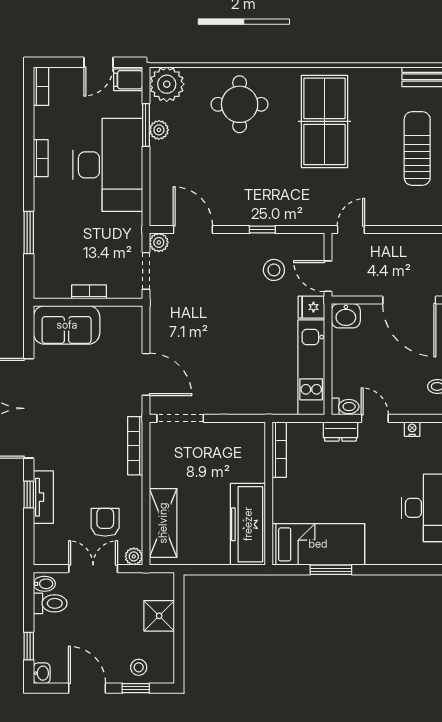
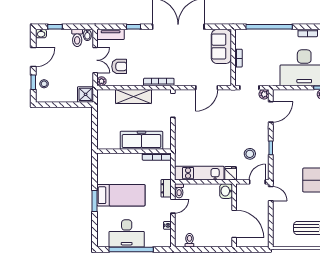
window: (29, 233) -> (269, 27), width x2.11
door: (328, 276) -> (257, 182), moved
door: (409, 300) -> (234, 224), swing flipped
door: (146, 374) -> (207, 88), moved
tv unit: (43, 497) -> (111, 34), moved
shelving: (163, 523) -> (133, 96), moved
freezer: (248, 524) -> (141, 140), moved
bed: (318, 544) -> (121, 195), moved, turned -90
window: (331, 570) -> (95, 201), moved
shower: (159, 616) -> (86, 94), moved

